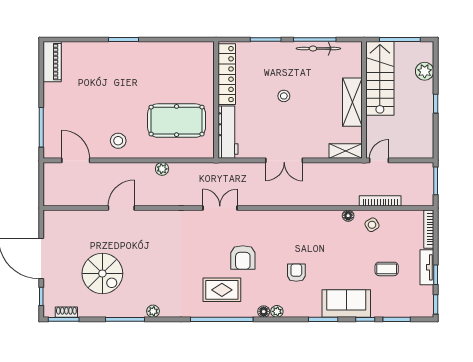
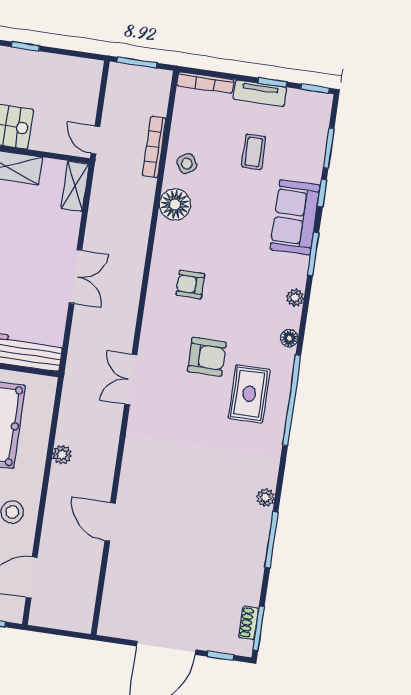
floor lamp: (348, 216) -> (175, 204), width x1.89, depth x1.89
spiral stairs: (102, 273) -> (200, 563), removed
armchair: (296, 273) -> (190, 285), moved
plant: (277, 311) -> (295, 298), moved

